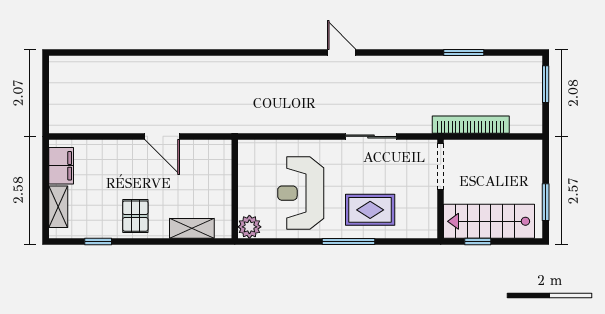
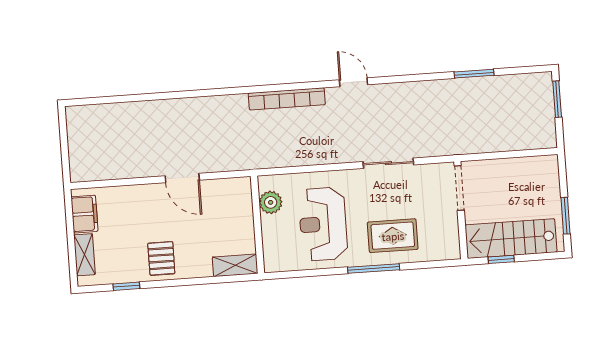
bookcase: (471, 125) -> (287, 99), moved, turned 180
plant: (249, 227) -> (271, 202), moved
shelving: (192, 228) -> (235, 265), moved

